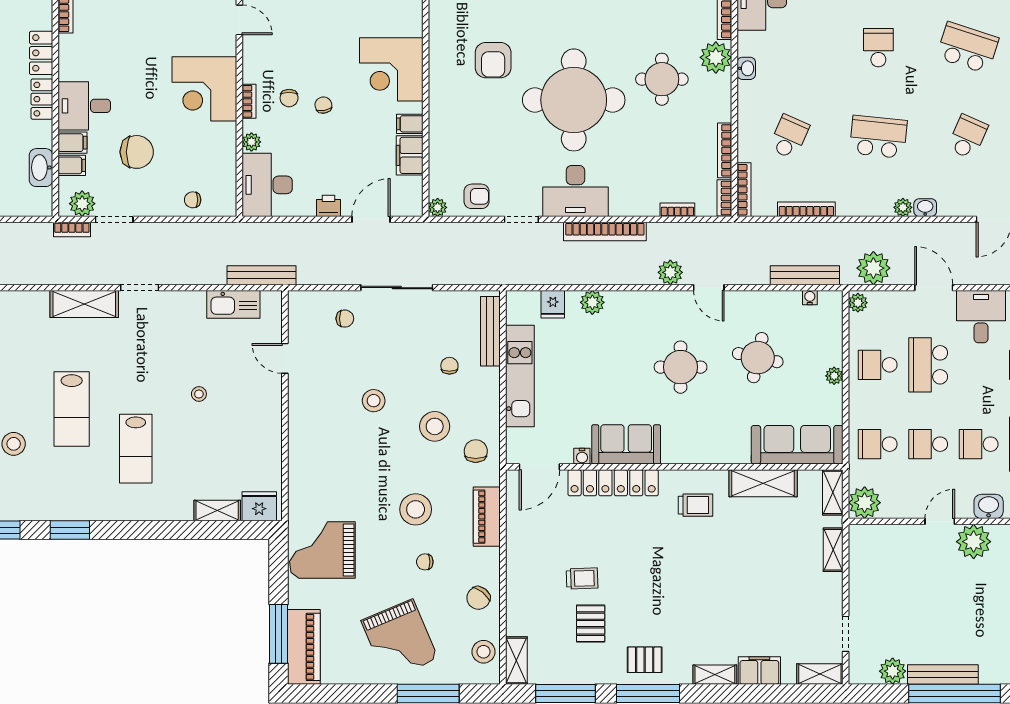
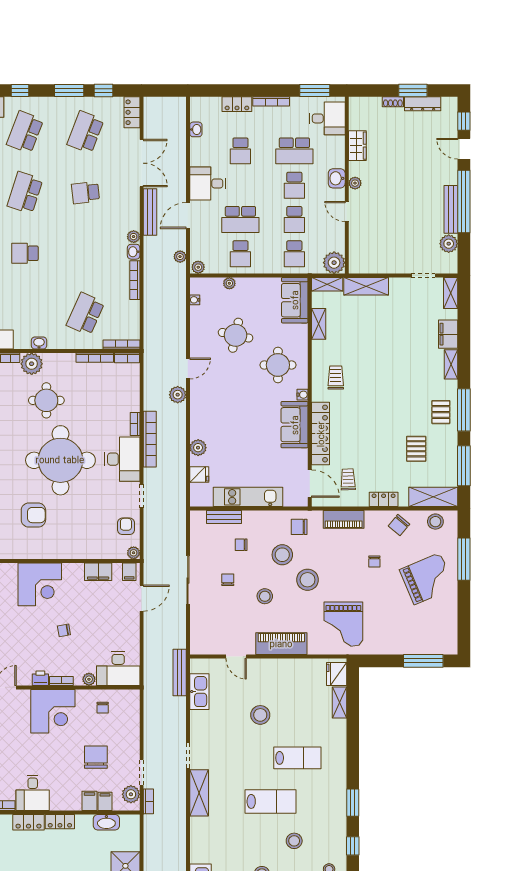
chair: (289, 98) -> (59, 654), removed
desk: (84, 106) -> (33, 793), moved
filing cabinet: (410, 124) -> (129, 572), moved
school desk: (789, 137) -> (85, 314), width x1.85
school desk: (878, 137) -> (85, 253), removed
school desk: (968, 137) -> (85, 193), turned -30
chair: (193, 200) -> (103, 708), moved
printer: (328, 206) -> (40, 678), moved, turned 90
washbasin: (925, 208) -> (134, 252), moved
bookcase: (806, 209) -> (135, 280), moved
bookcase: (677, 210) -> (135, 424), moved
door: (371, 219) -> (142, 598), swing flipped
plant: (873, 268) -> (180, 257), width x0.53, depth x0.53
bench: (805, 275) -> (150, 212), moved
chair: (345, 319) -> (228, 580), moved
bench: (490, 331) -> (224, 517), width x0.73
door: (285, 358) -> (236, 657), hinge flipped
round table: (681, 367) -> (278, 365), moved
plant: (834, 376) -> (229, 283), moved
stool: (199, 394) -> (260, 715), width x1.89, depth x1.89
sofa: (797, 445) -> (295, 300), width x0.73
water cooler: (582, 456) -> (303, 395), moved
shelving: (763, 483) -> (319, 324), width x0.67, depth x0.75
stool: (416, 509) -> (308, 580), moved
plant: (974, 542) -> (355, 183), width x0.53, depth x0.53
grand piano: (322, 550) -> (343, 624), moved
shelving: (833, 550) -> (366, 286), width x1.50, depth x1.33
locker: (516, 575) -> (384, 499), added
trolley: (582, 578) -> (348, 479), moved
chair: (478, 598) -> (399, 525), turned 92
pallet: (591, 624) -> (416, 449), turned 90
piano: (304, 647) -> (281, 644), moved
shelving: (516, 660) -> (433, 497), width x1.50, depth x1.33

